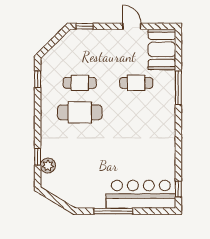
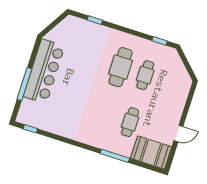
window: (85, 26) -> (191, 94), removed
plant: (48, 165) -> (85, 26), removed
bar counter: (141, 194) -> (44, 71), moved
window: (113, 211) -> (24, 84), moved

